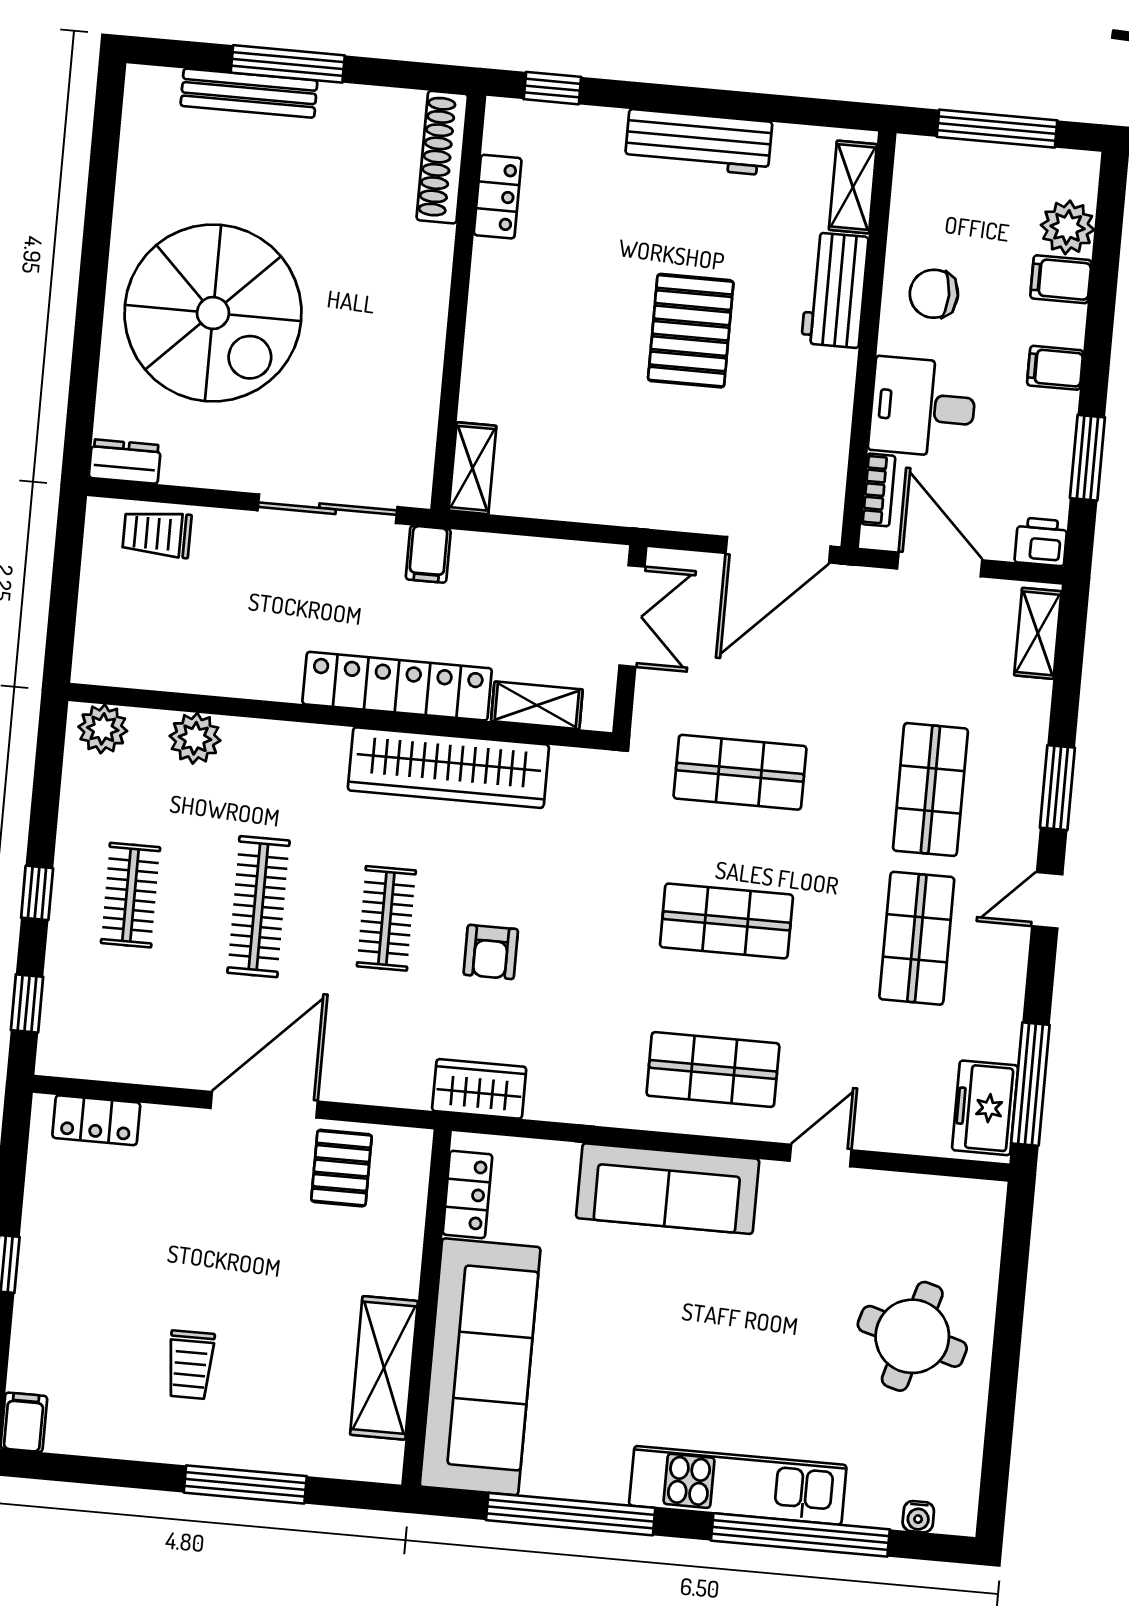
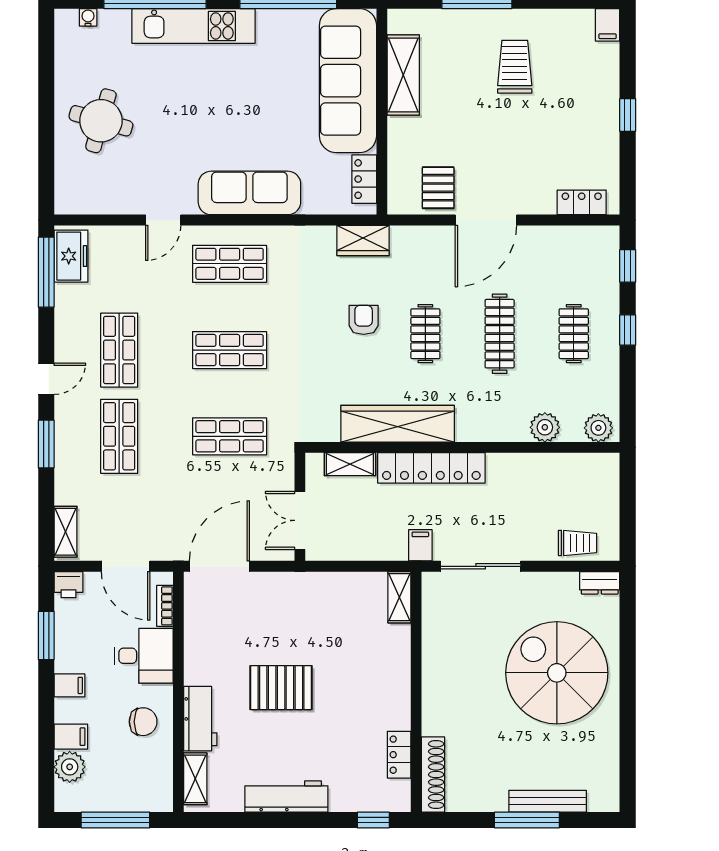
pallet: (691, 331) -> (281, 688), turned 90
trolley: (190, 1365) -> (515, 67), width x1.36, depth x1.39

